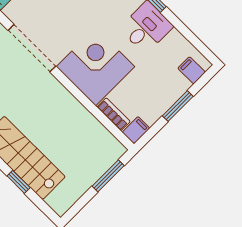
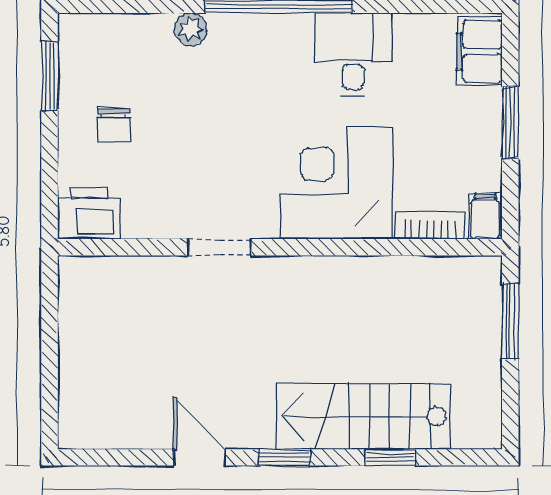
doorway: (32, 48) -> (219, 247), width x0.53
filing cabinet: (192, 70) -> (479, 51), width x2.00

